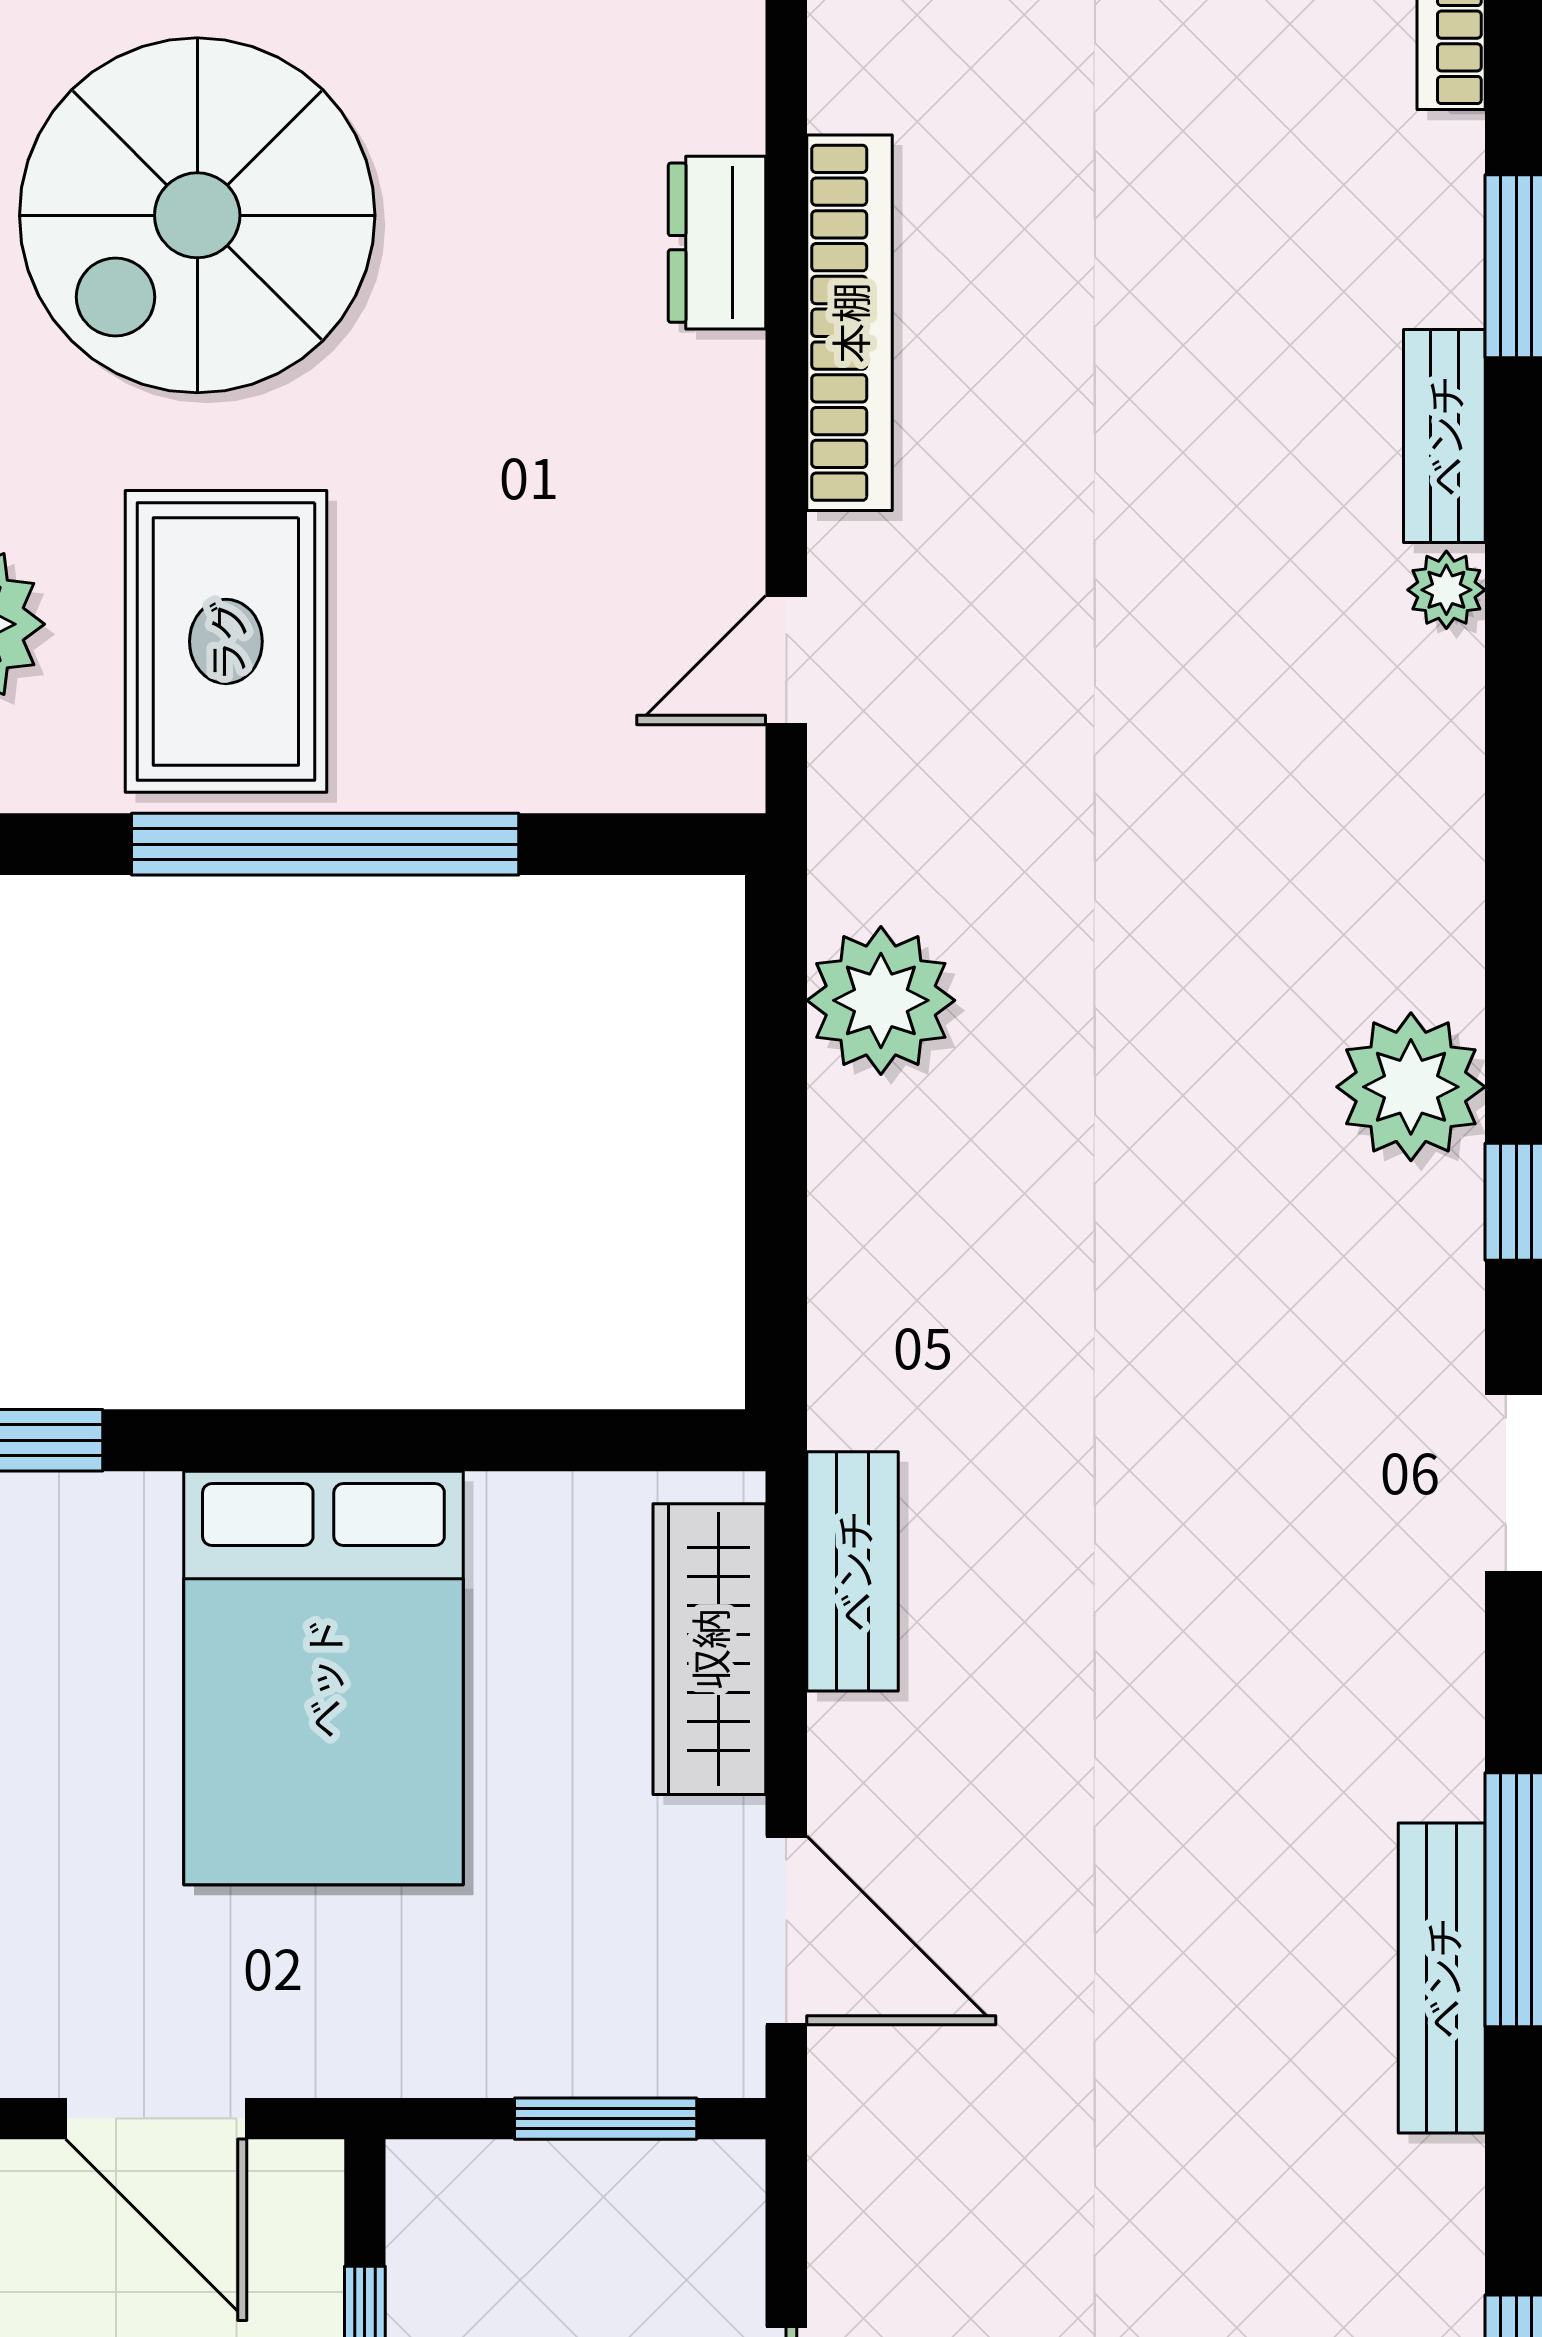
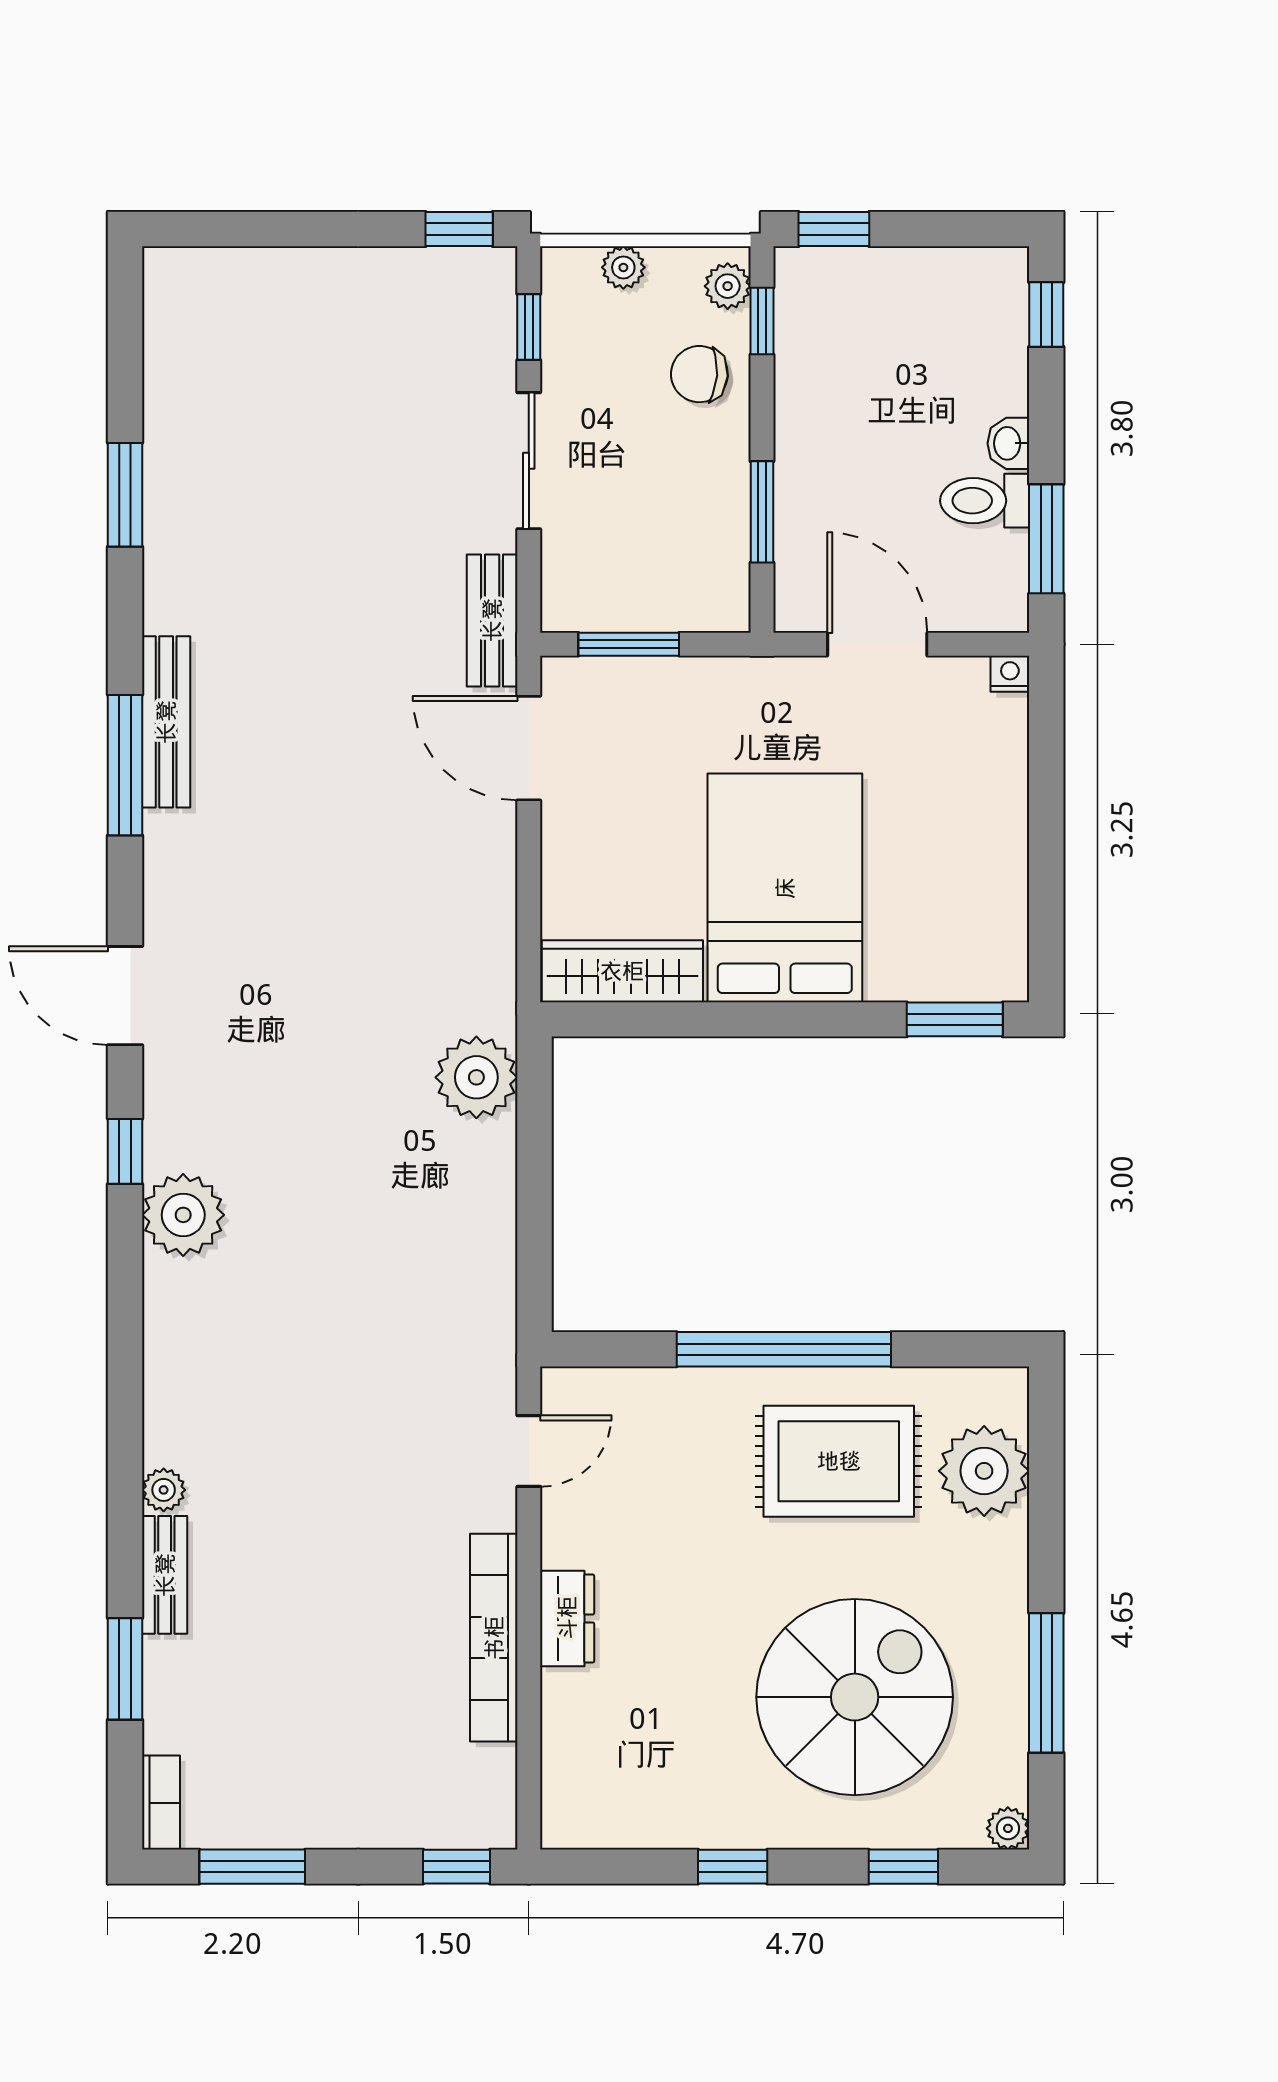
dresser: (717, 243) -> (567, 1618), moved
rug: (226, 641) -> (839, 1461), turned 90
plant: (881, 1000) -> (476, 1077), moved
bench: (853, 1571) -> (492, 620), moved
wardrobe: (709, 1649) -> (622, 971), moved, turned -90

